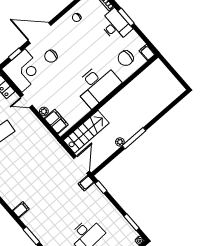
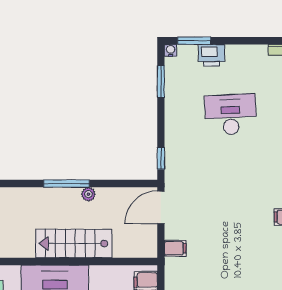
stairs: (86, 132) -> (74, 243), moved
filing cabinet: (86, 183) -> (175, 248), moved

